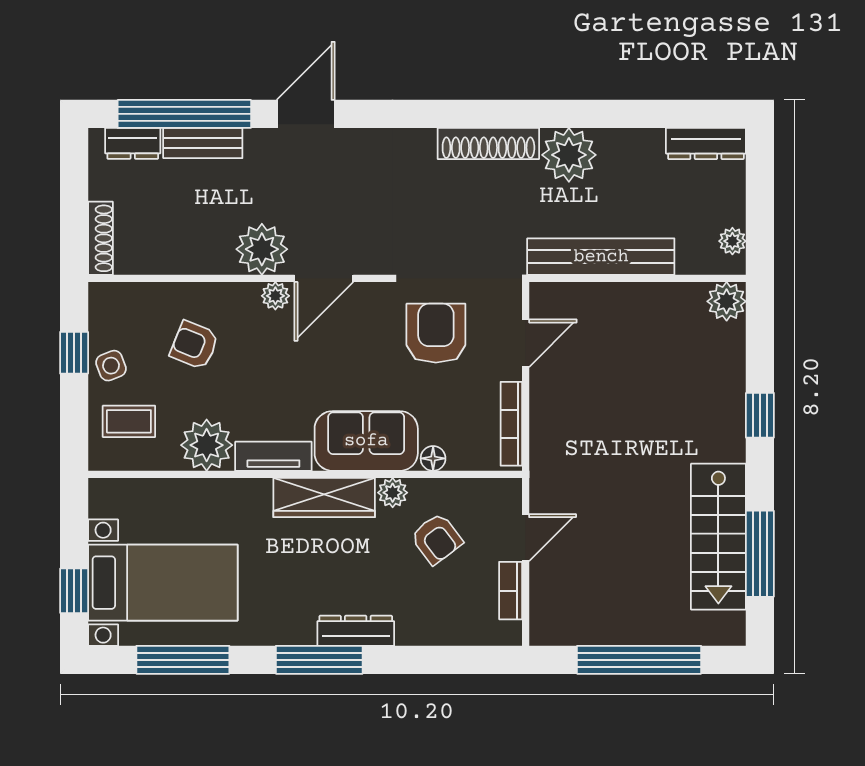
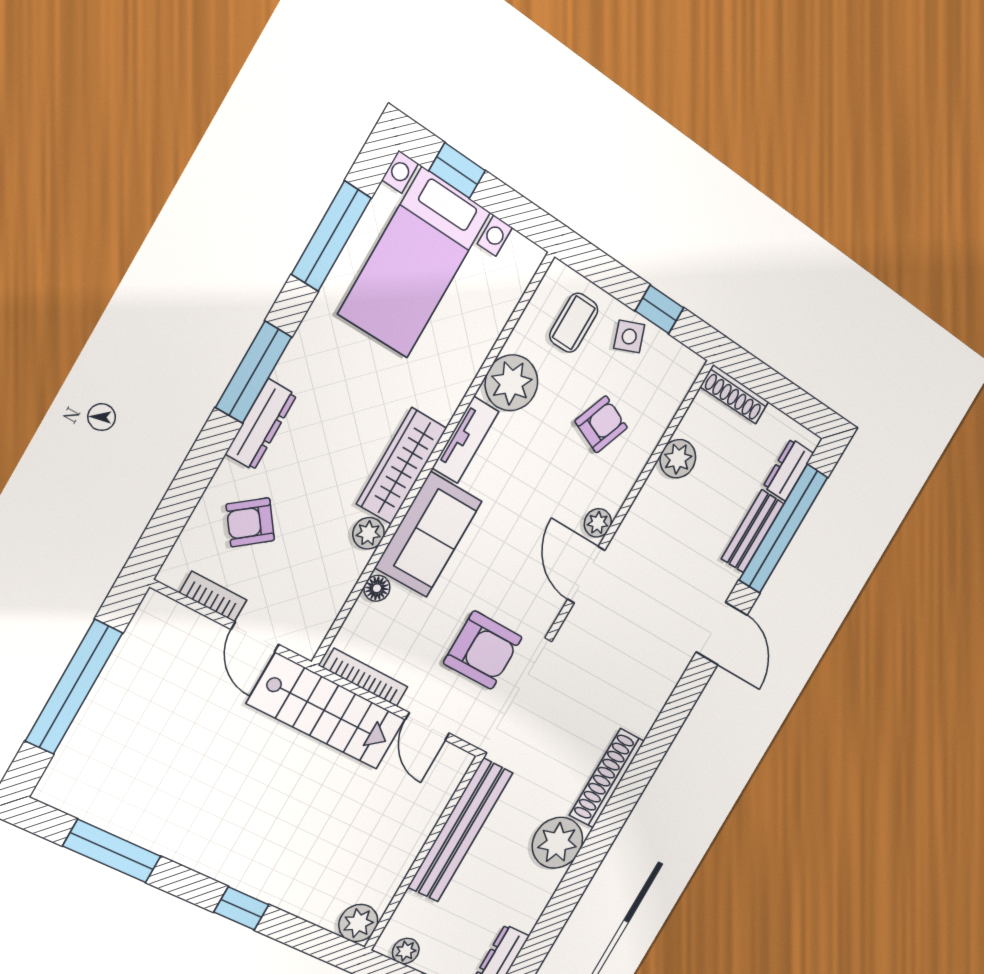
plant: (262, 249) -> (678, 459), moved, width x0.73, depth x0.73
stairs: (718, 537) -> (327, 711), moved, turned 180
armchair: (437, 539) -> (250, 522), moved

